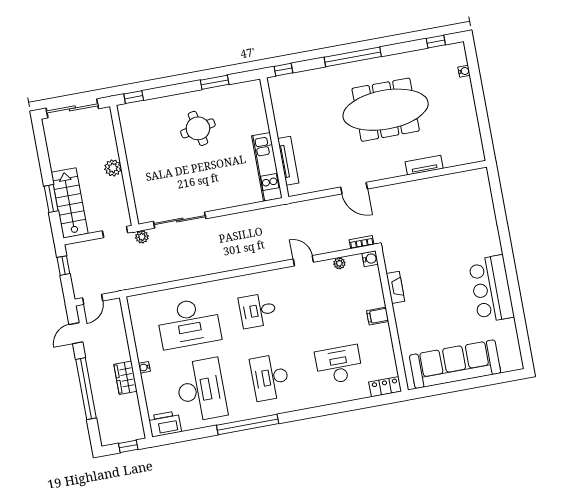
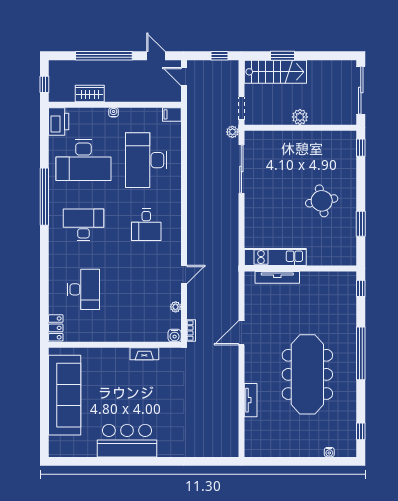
desk: (258, 311) -> (146, 225), turned 180
filing cabinet: (378, 316) -> (172, 114), moved, turned -90
wardrobe: (126, 378) -> (90, 93), moved

